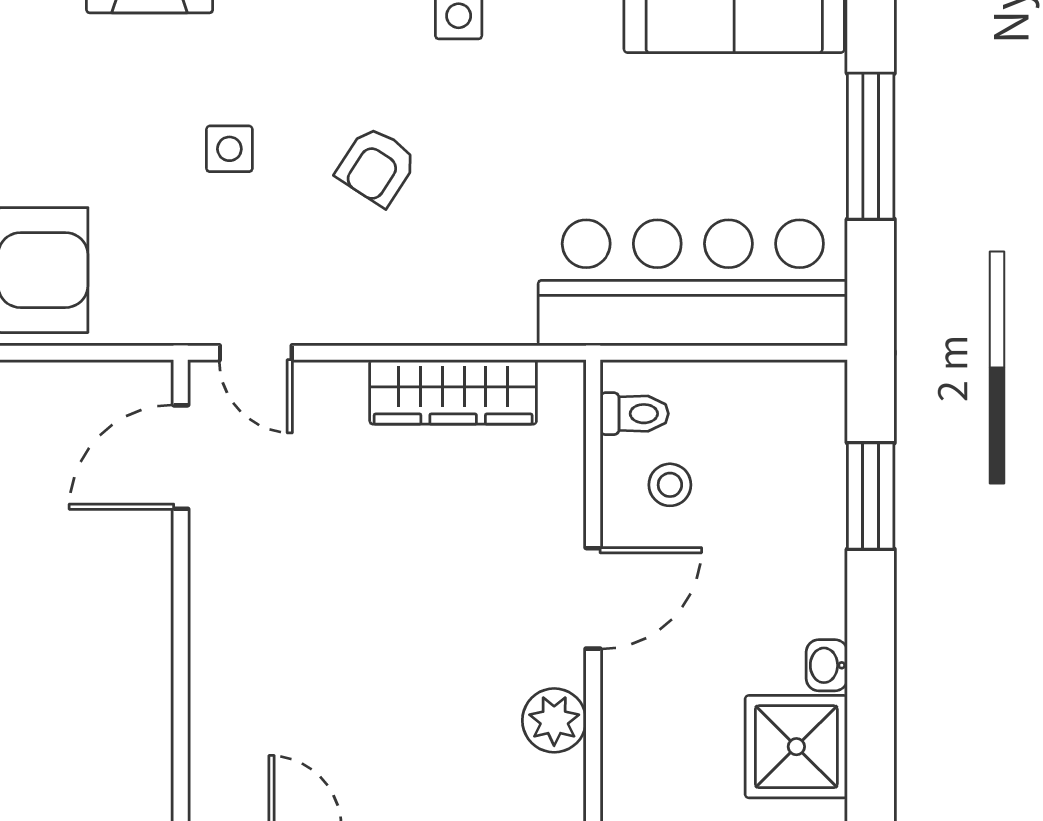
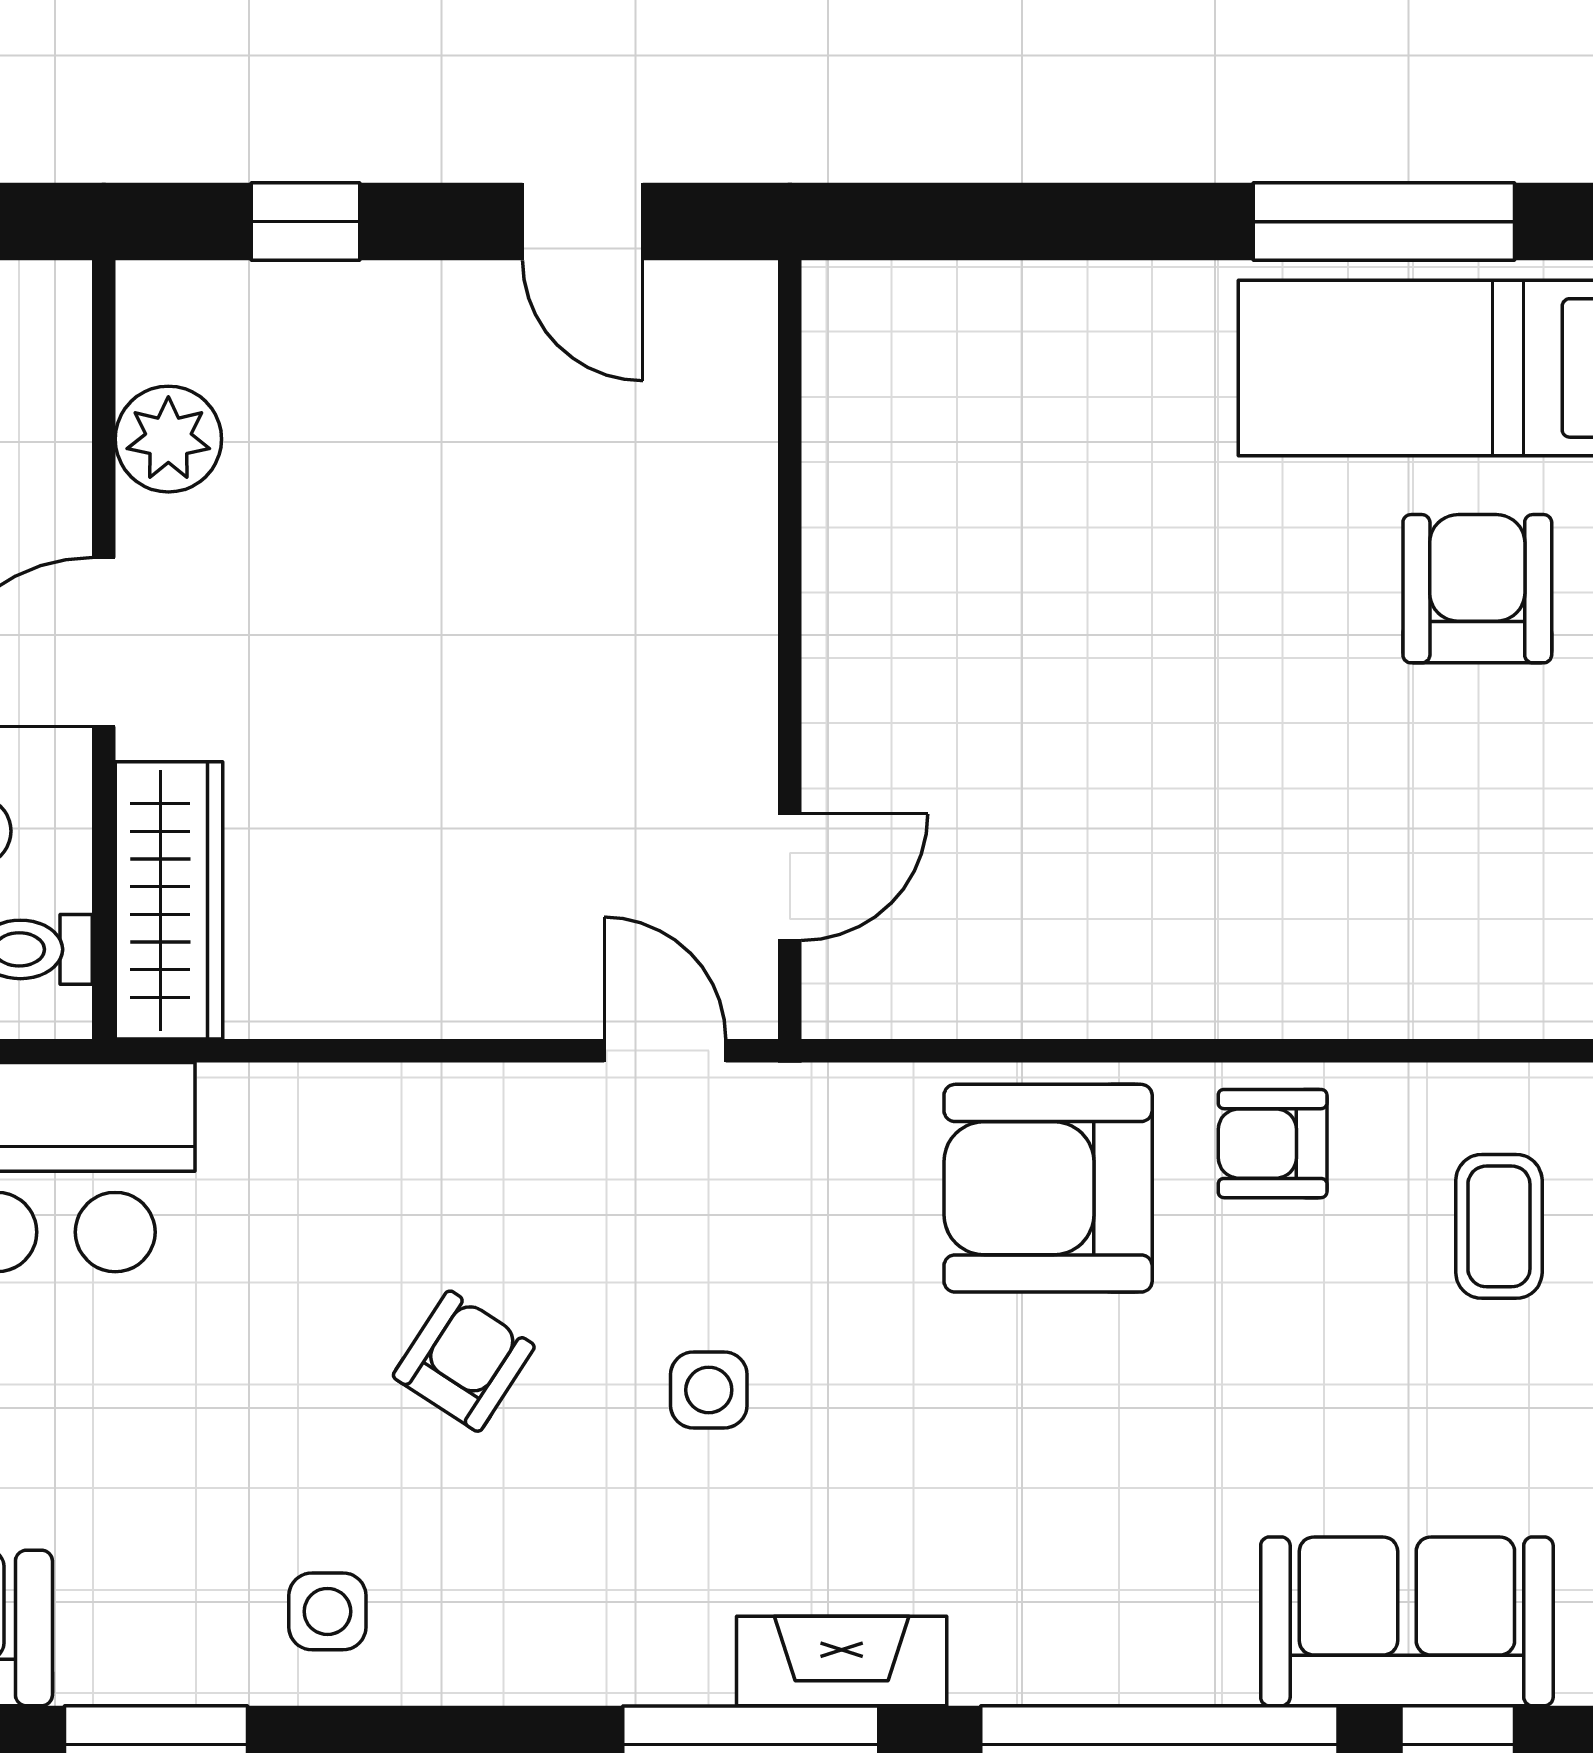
wardrobe: (453, 392) -> (169, 900), moved, turned 90
door: (181, 457) -> (790, 877), width x0.73

